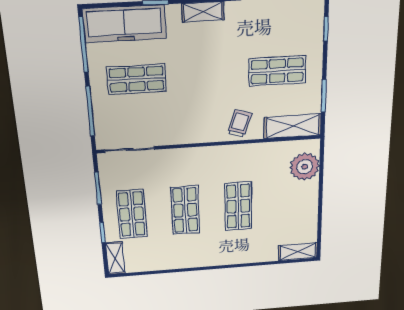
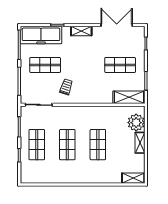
trolley: (239, 124) -> (66, 87), moved
shelving: (115, 258) -> (140, 143), moved

